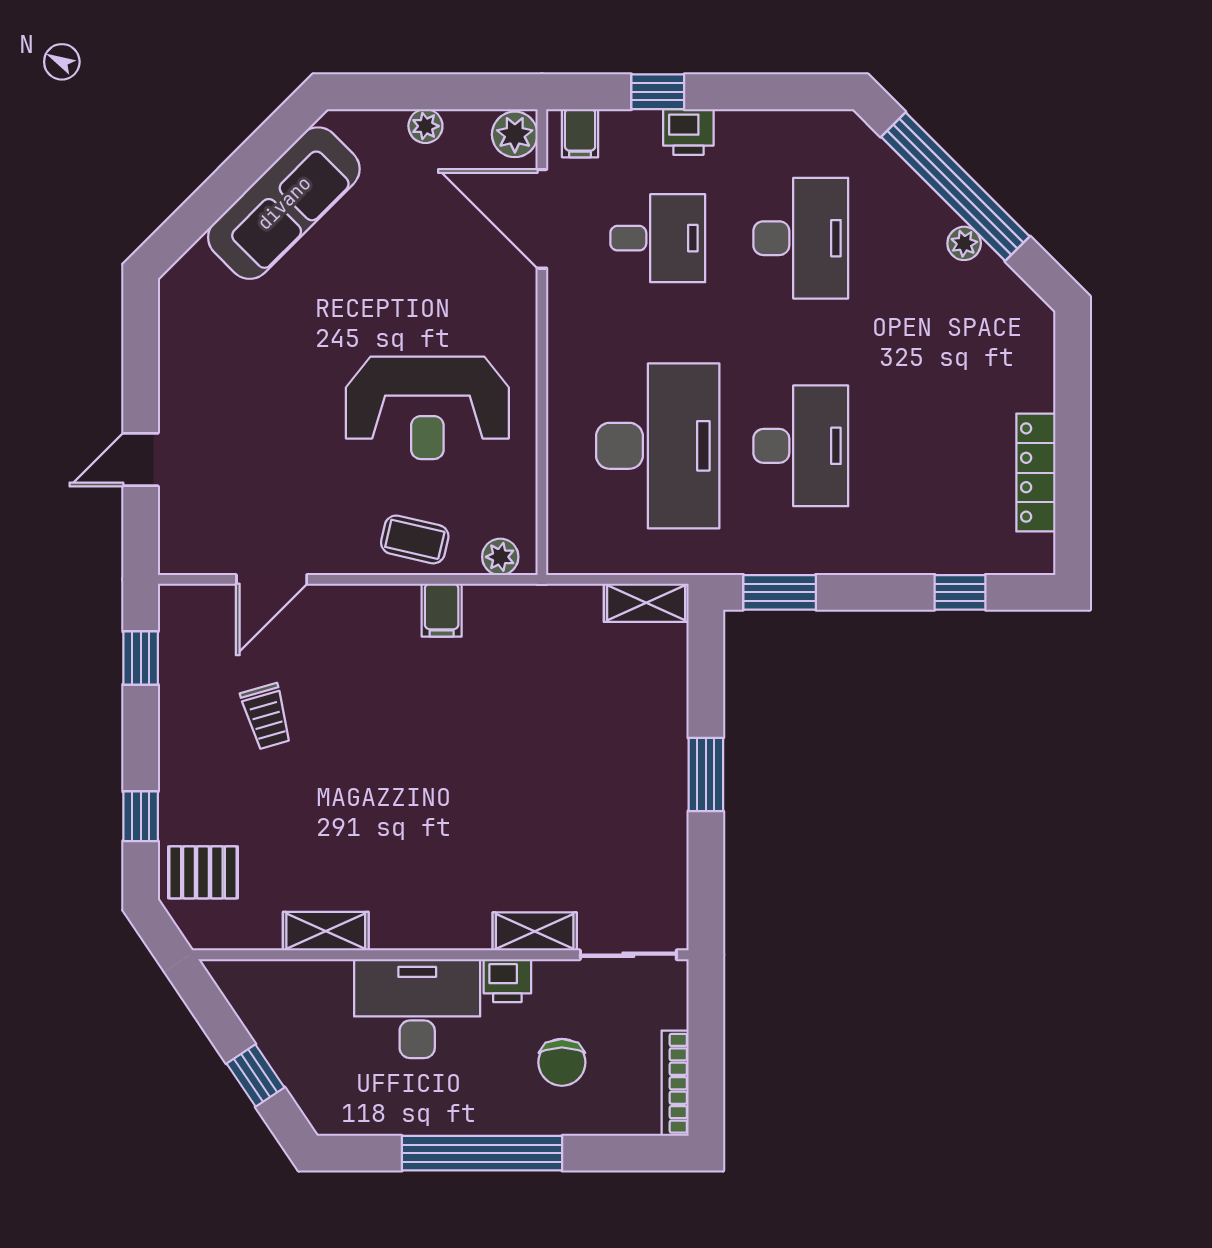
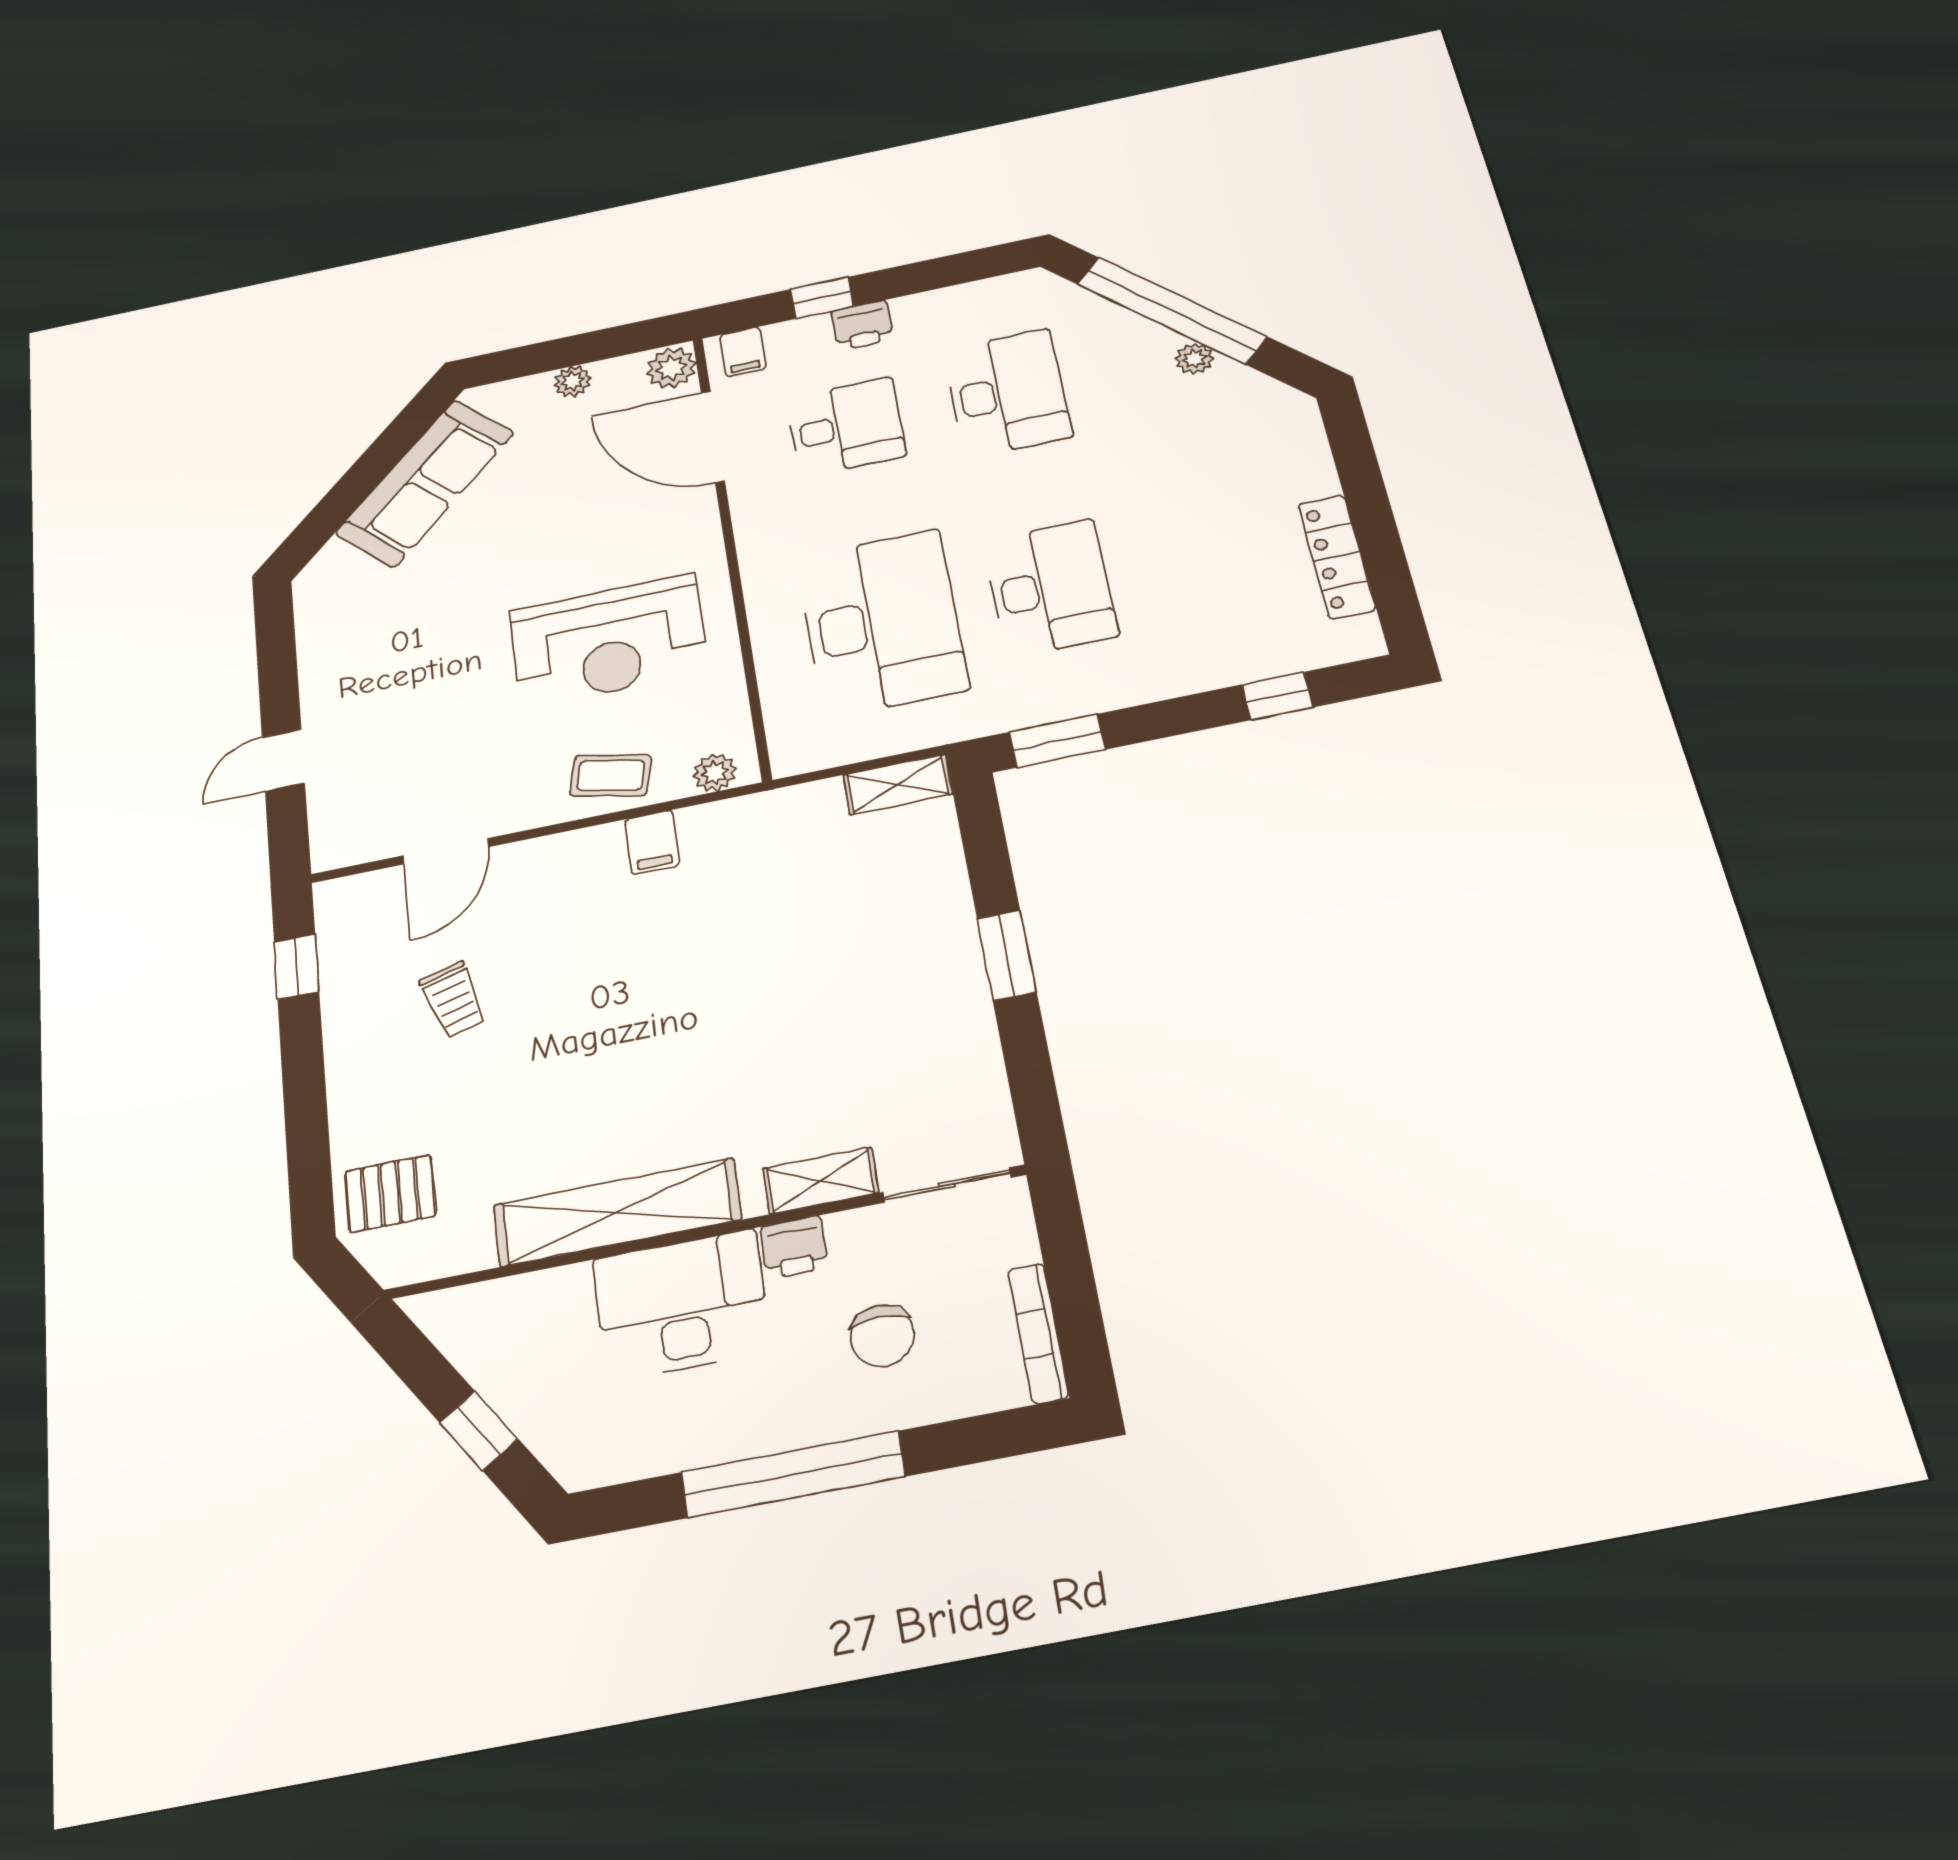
window: (141, 816) -> (308, 1143), removed
shelving: (326, 931) -> (617, 1212), width x2.20, depth x1.33

